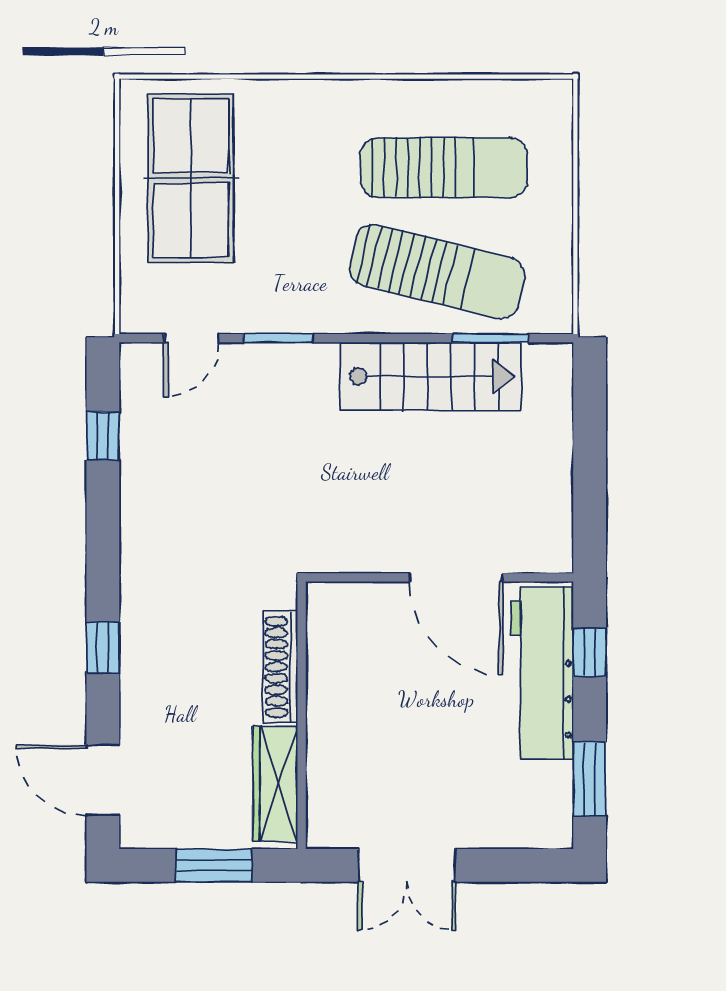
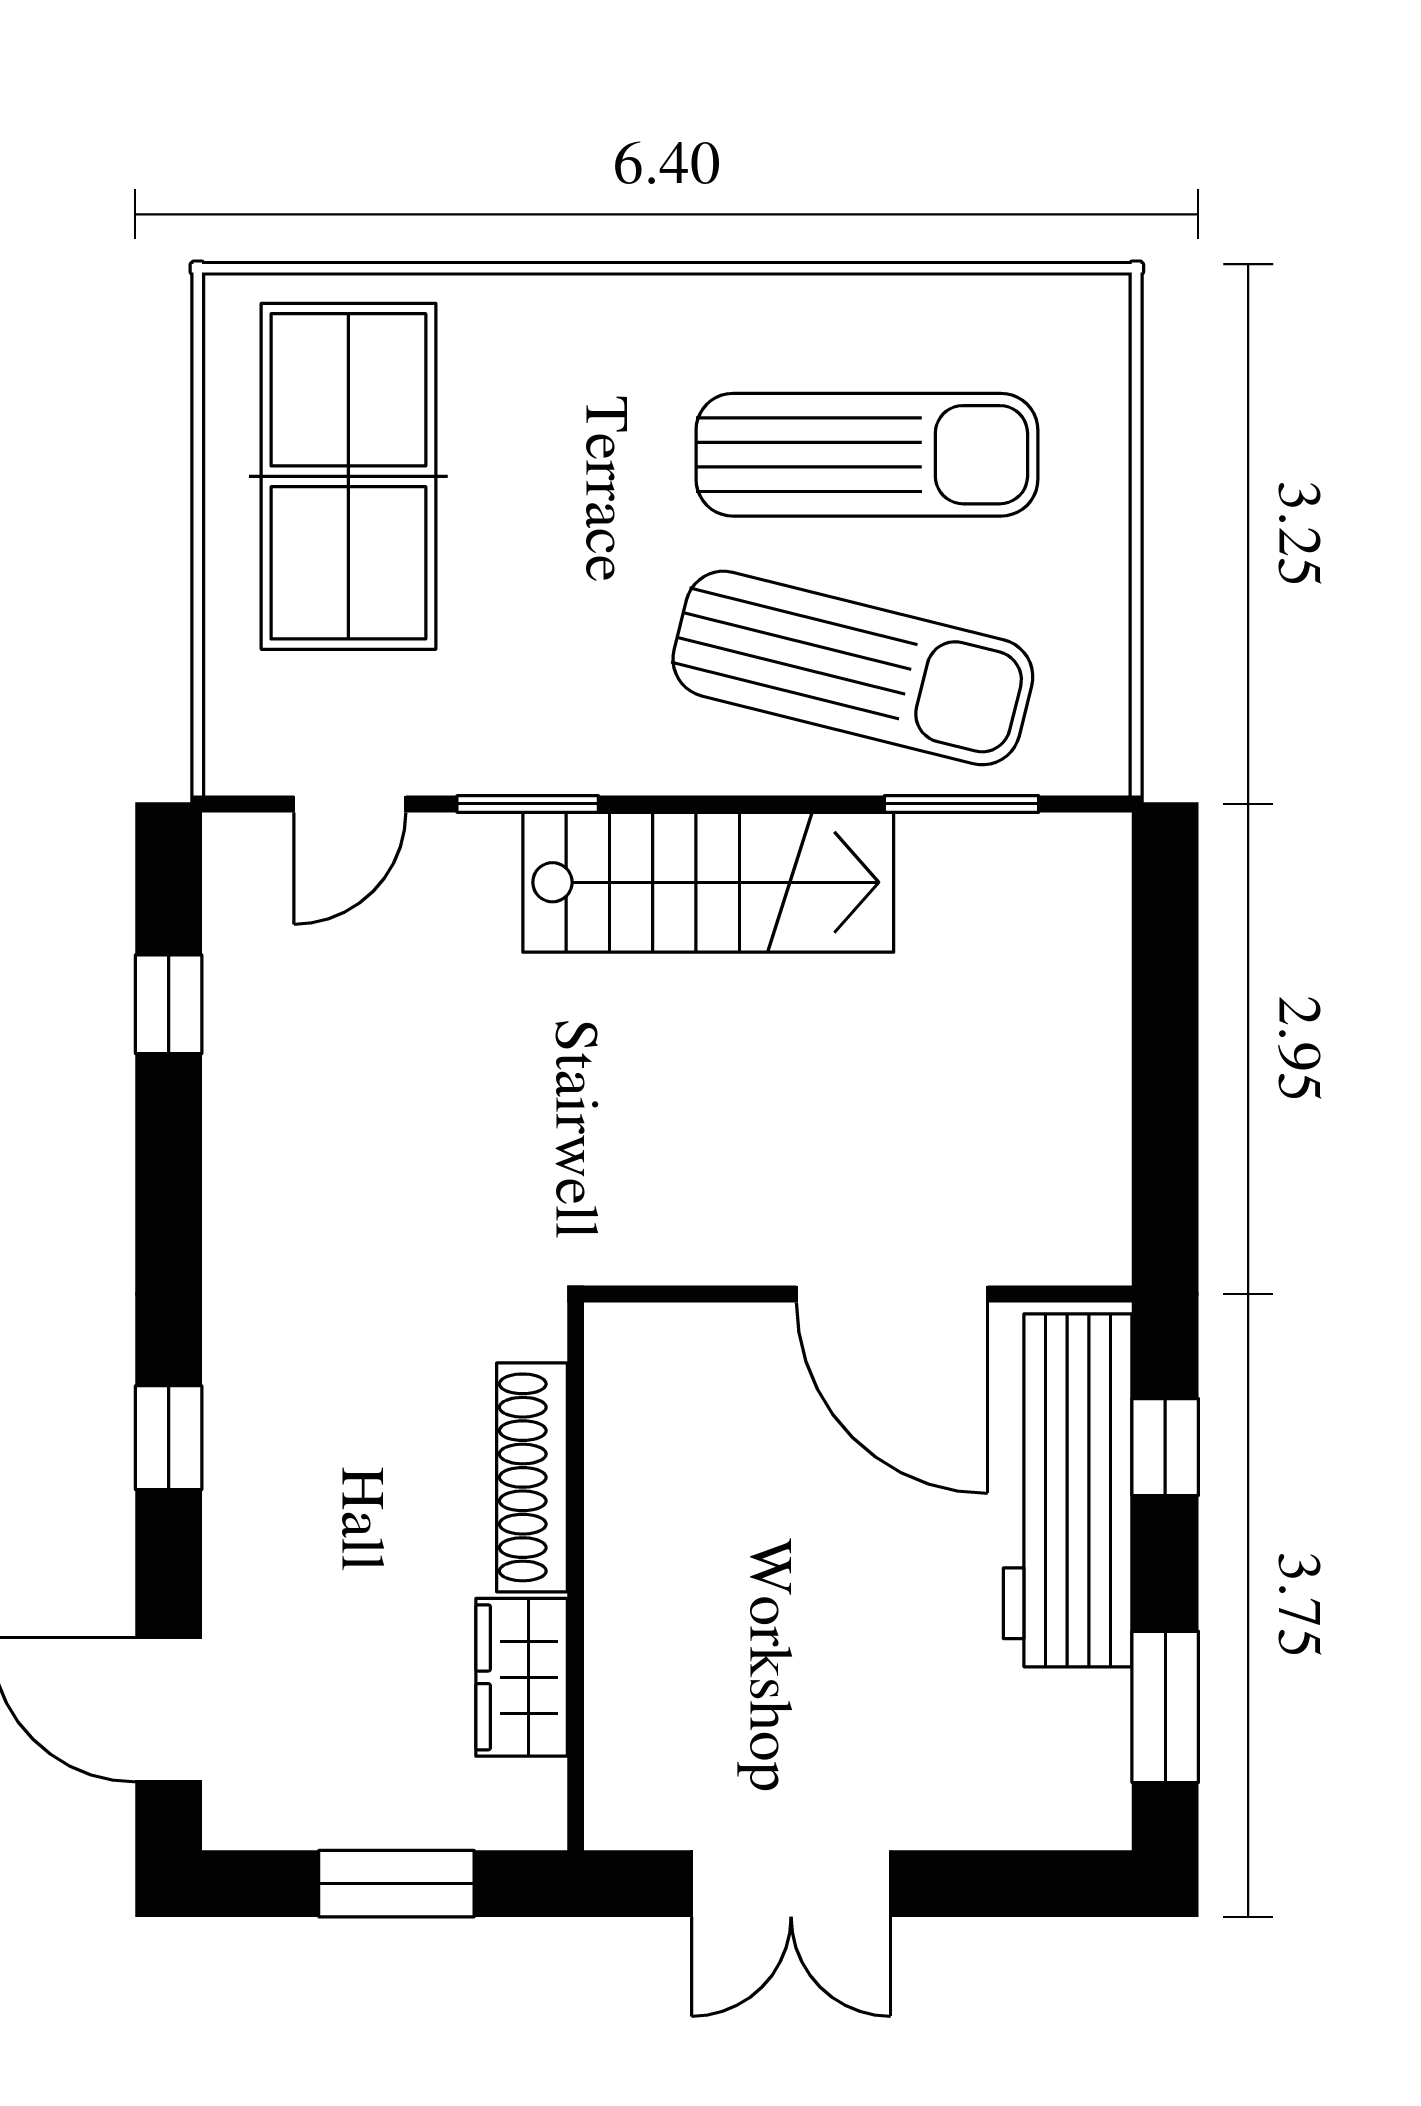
stairs: (431, 376) -> (708, 882), moved
wardrobe: (275, 784) -> (522, 1677), width x0.67

